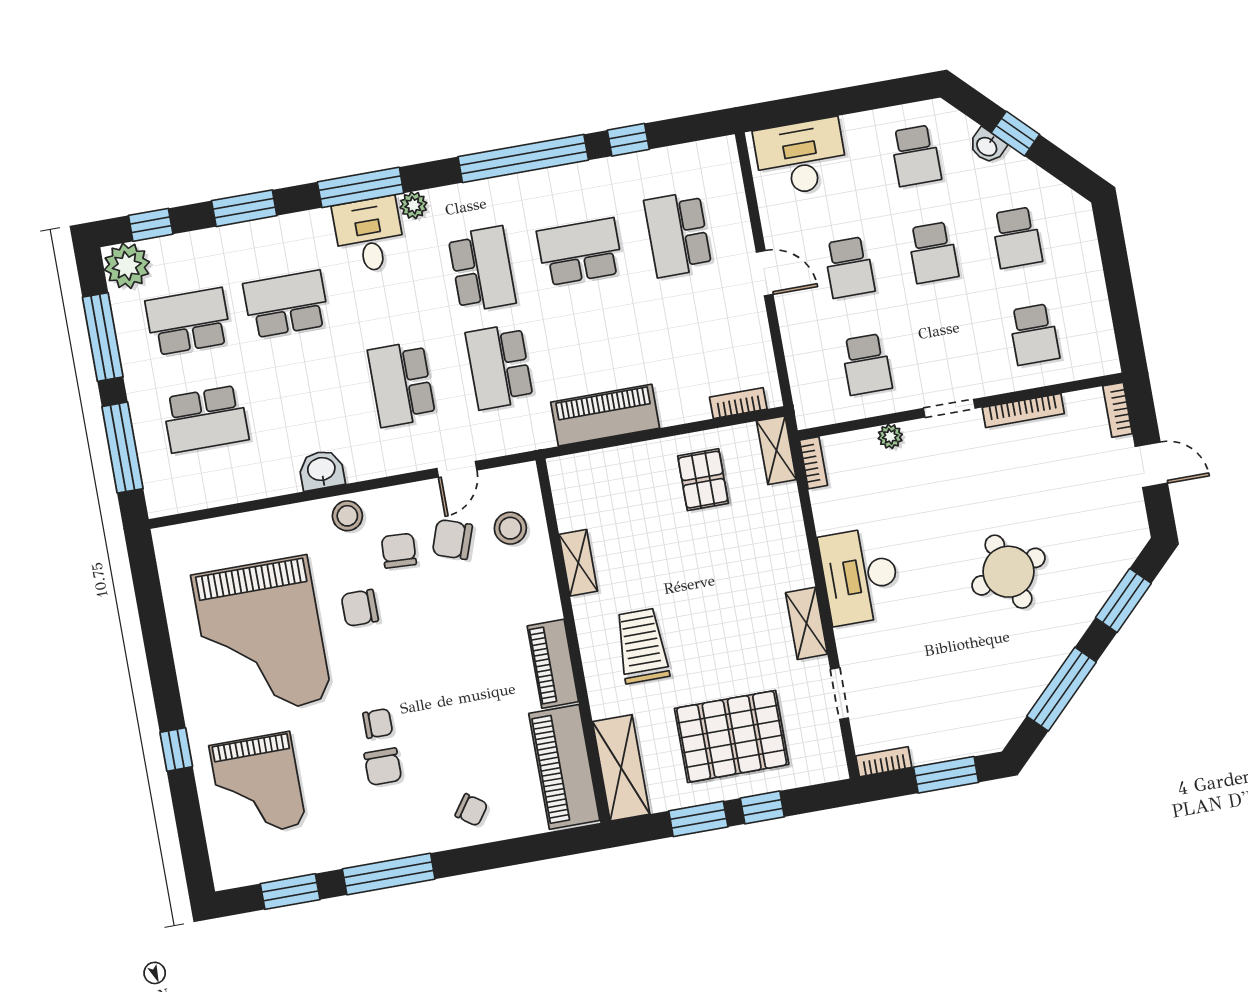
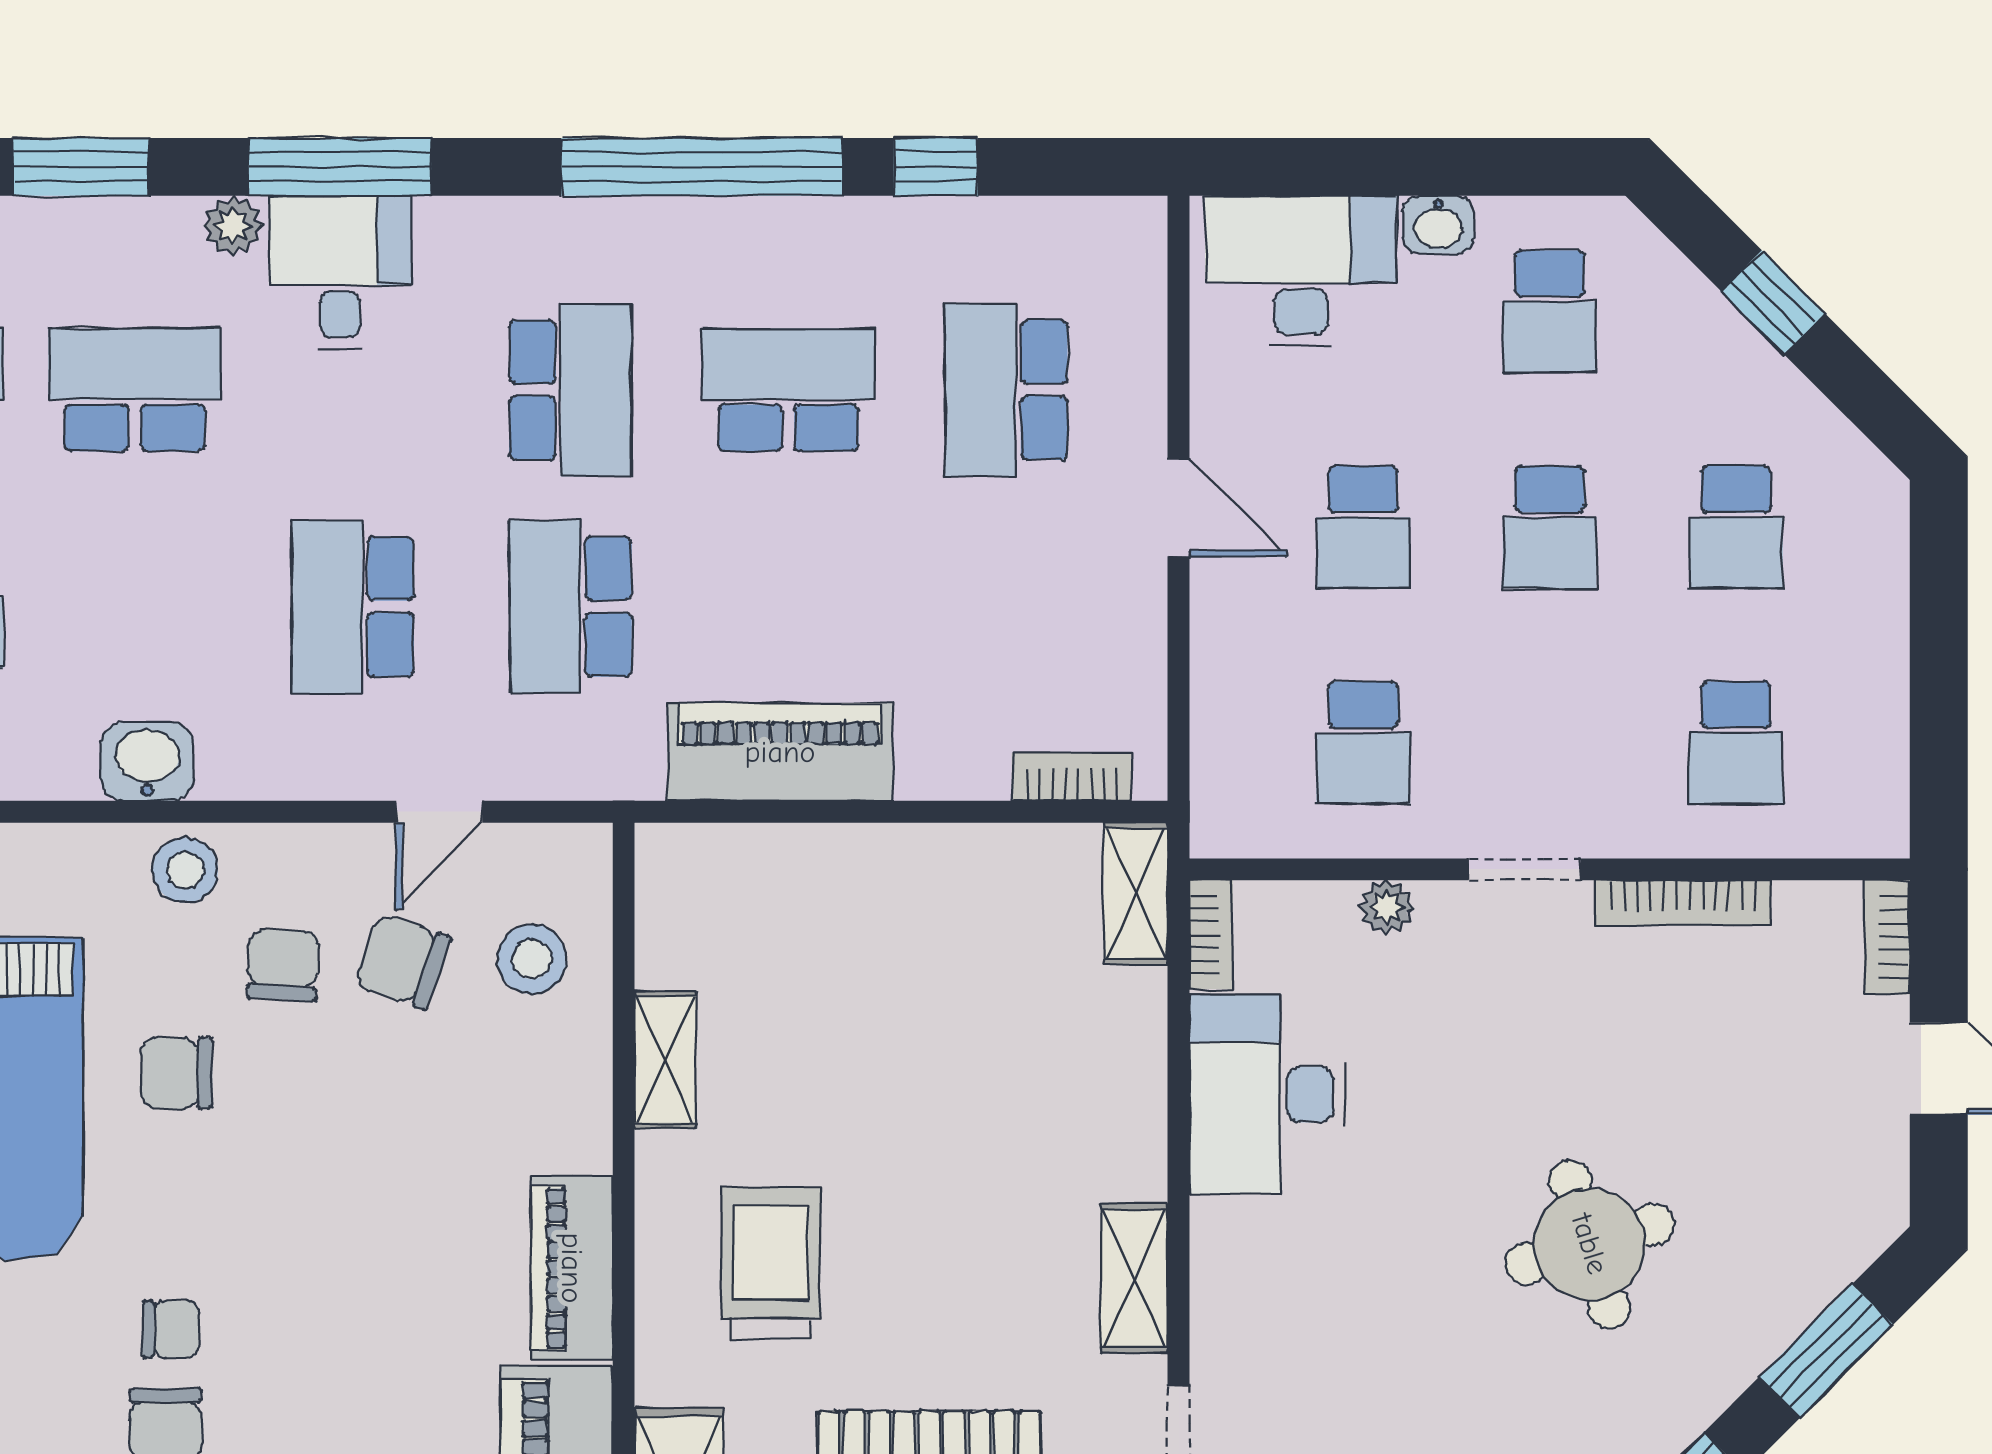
washbasin: (987, 146) -> (1438, 225), moved, turned -45
plant: (413, 205) -> (233, 226), moved
pallet: (703, 480) -> (966, 928), removed
desk: (860, 576) -> (1268, 1094), moved

